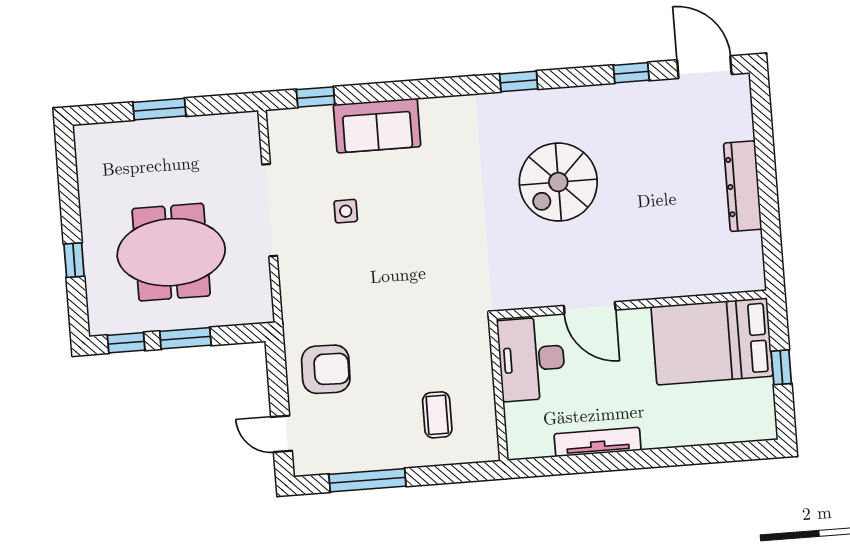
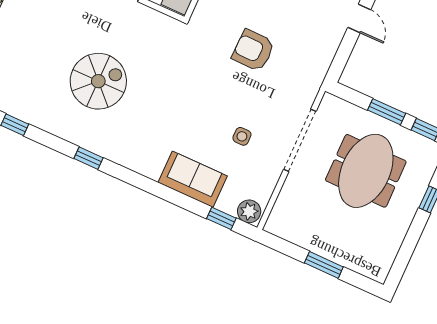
plant: (287, 124) -> (249, 211), added
doorway: (270, 210) -> (300, 140), moved
meeting table: (171, 252) -> (366, 171), turned 90
armchair: (326, 369) -> (253, 50), moved

